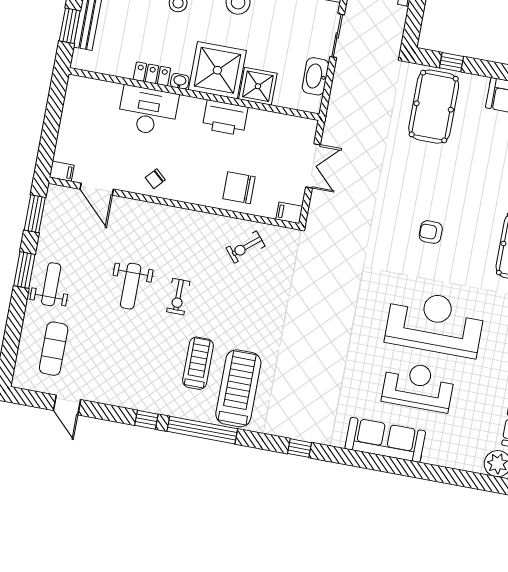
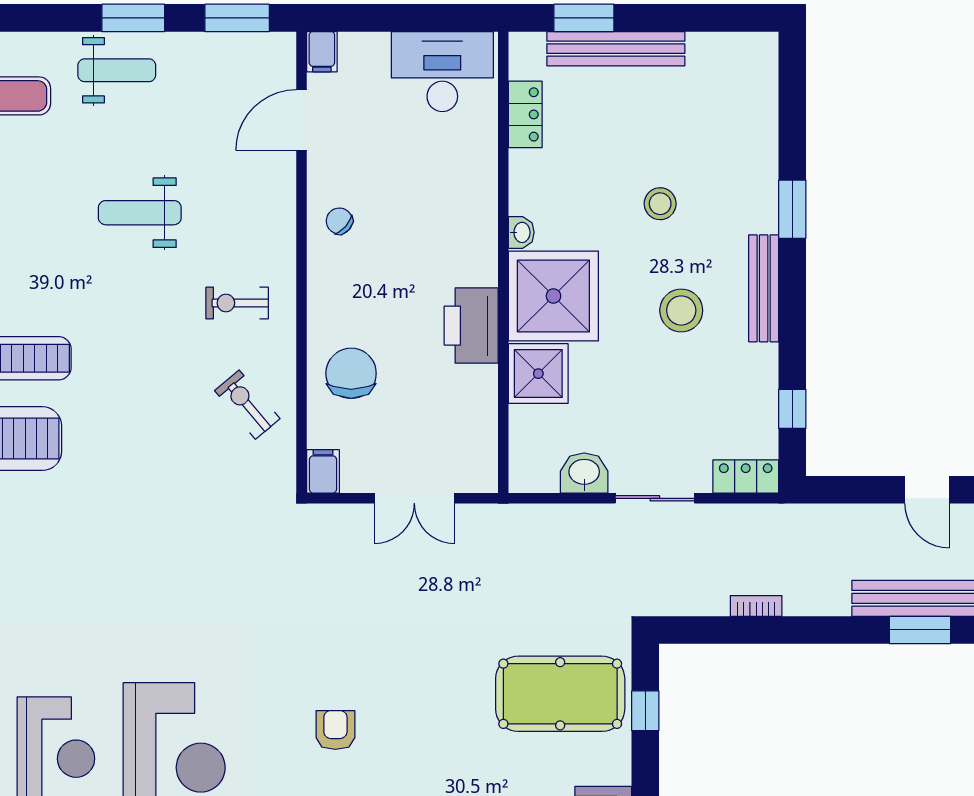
locker: (152, 74) -> (525, 114), moved
washbasin: (316, 76) -> (584, 473), width x0.72
desk: (148, 111) -> (442, 72), moved, turned -90
exercise bike: (178, 297) -> (237, 303), moved

